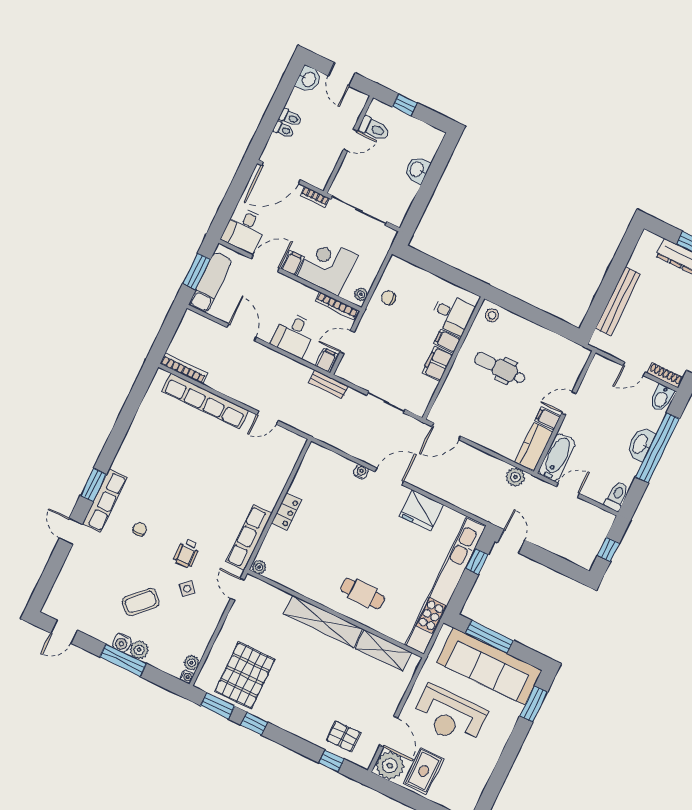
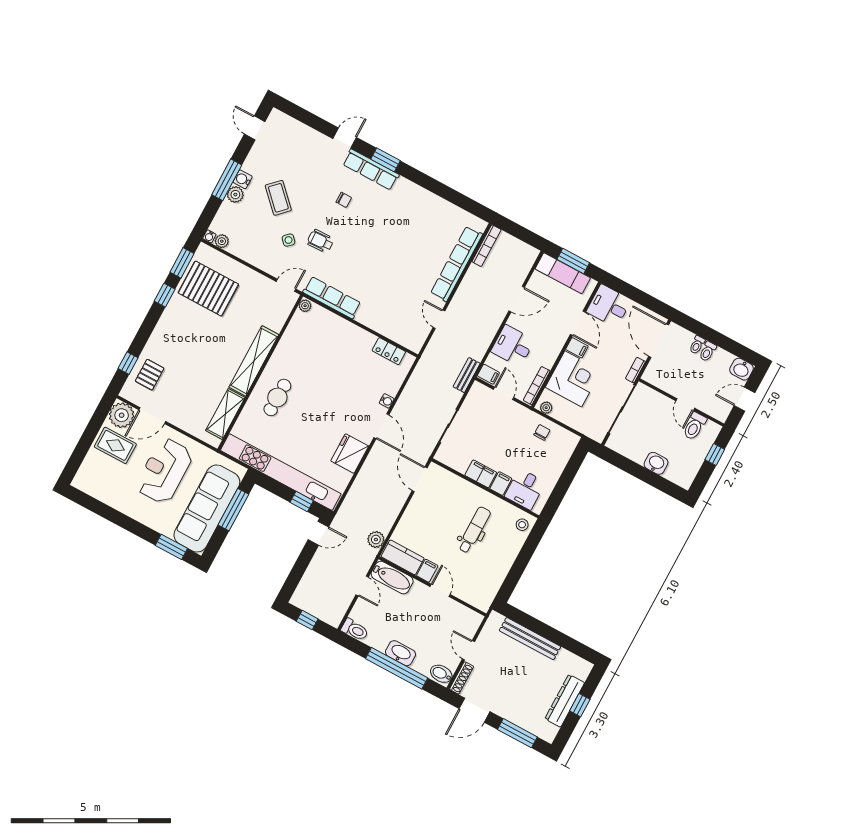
locker: (286, 512) -> (389, 351), moved

